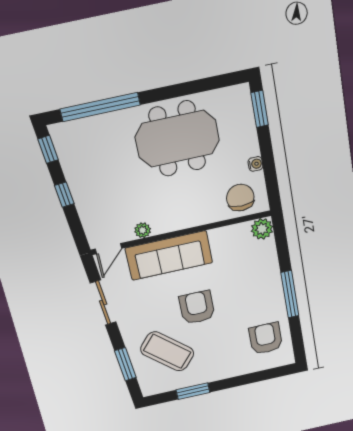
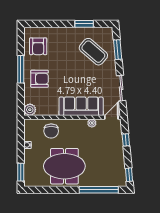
window: (64, 195) -> (126, 140), moved
chair: (240, 198) -> (51, 131), moved
armchair: (197, 307) -> (40, 79), moved, turned -90

